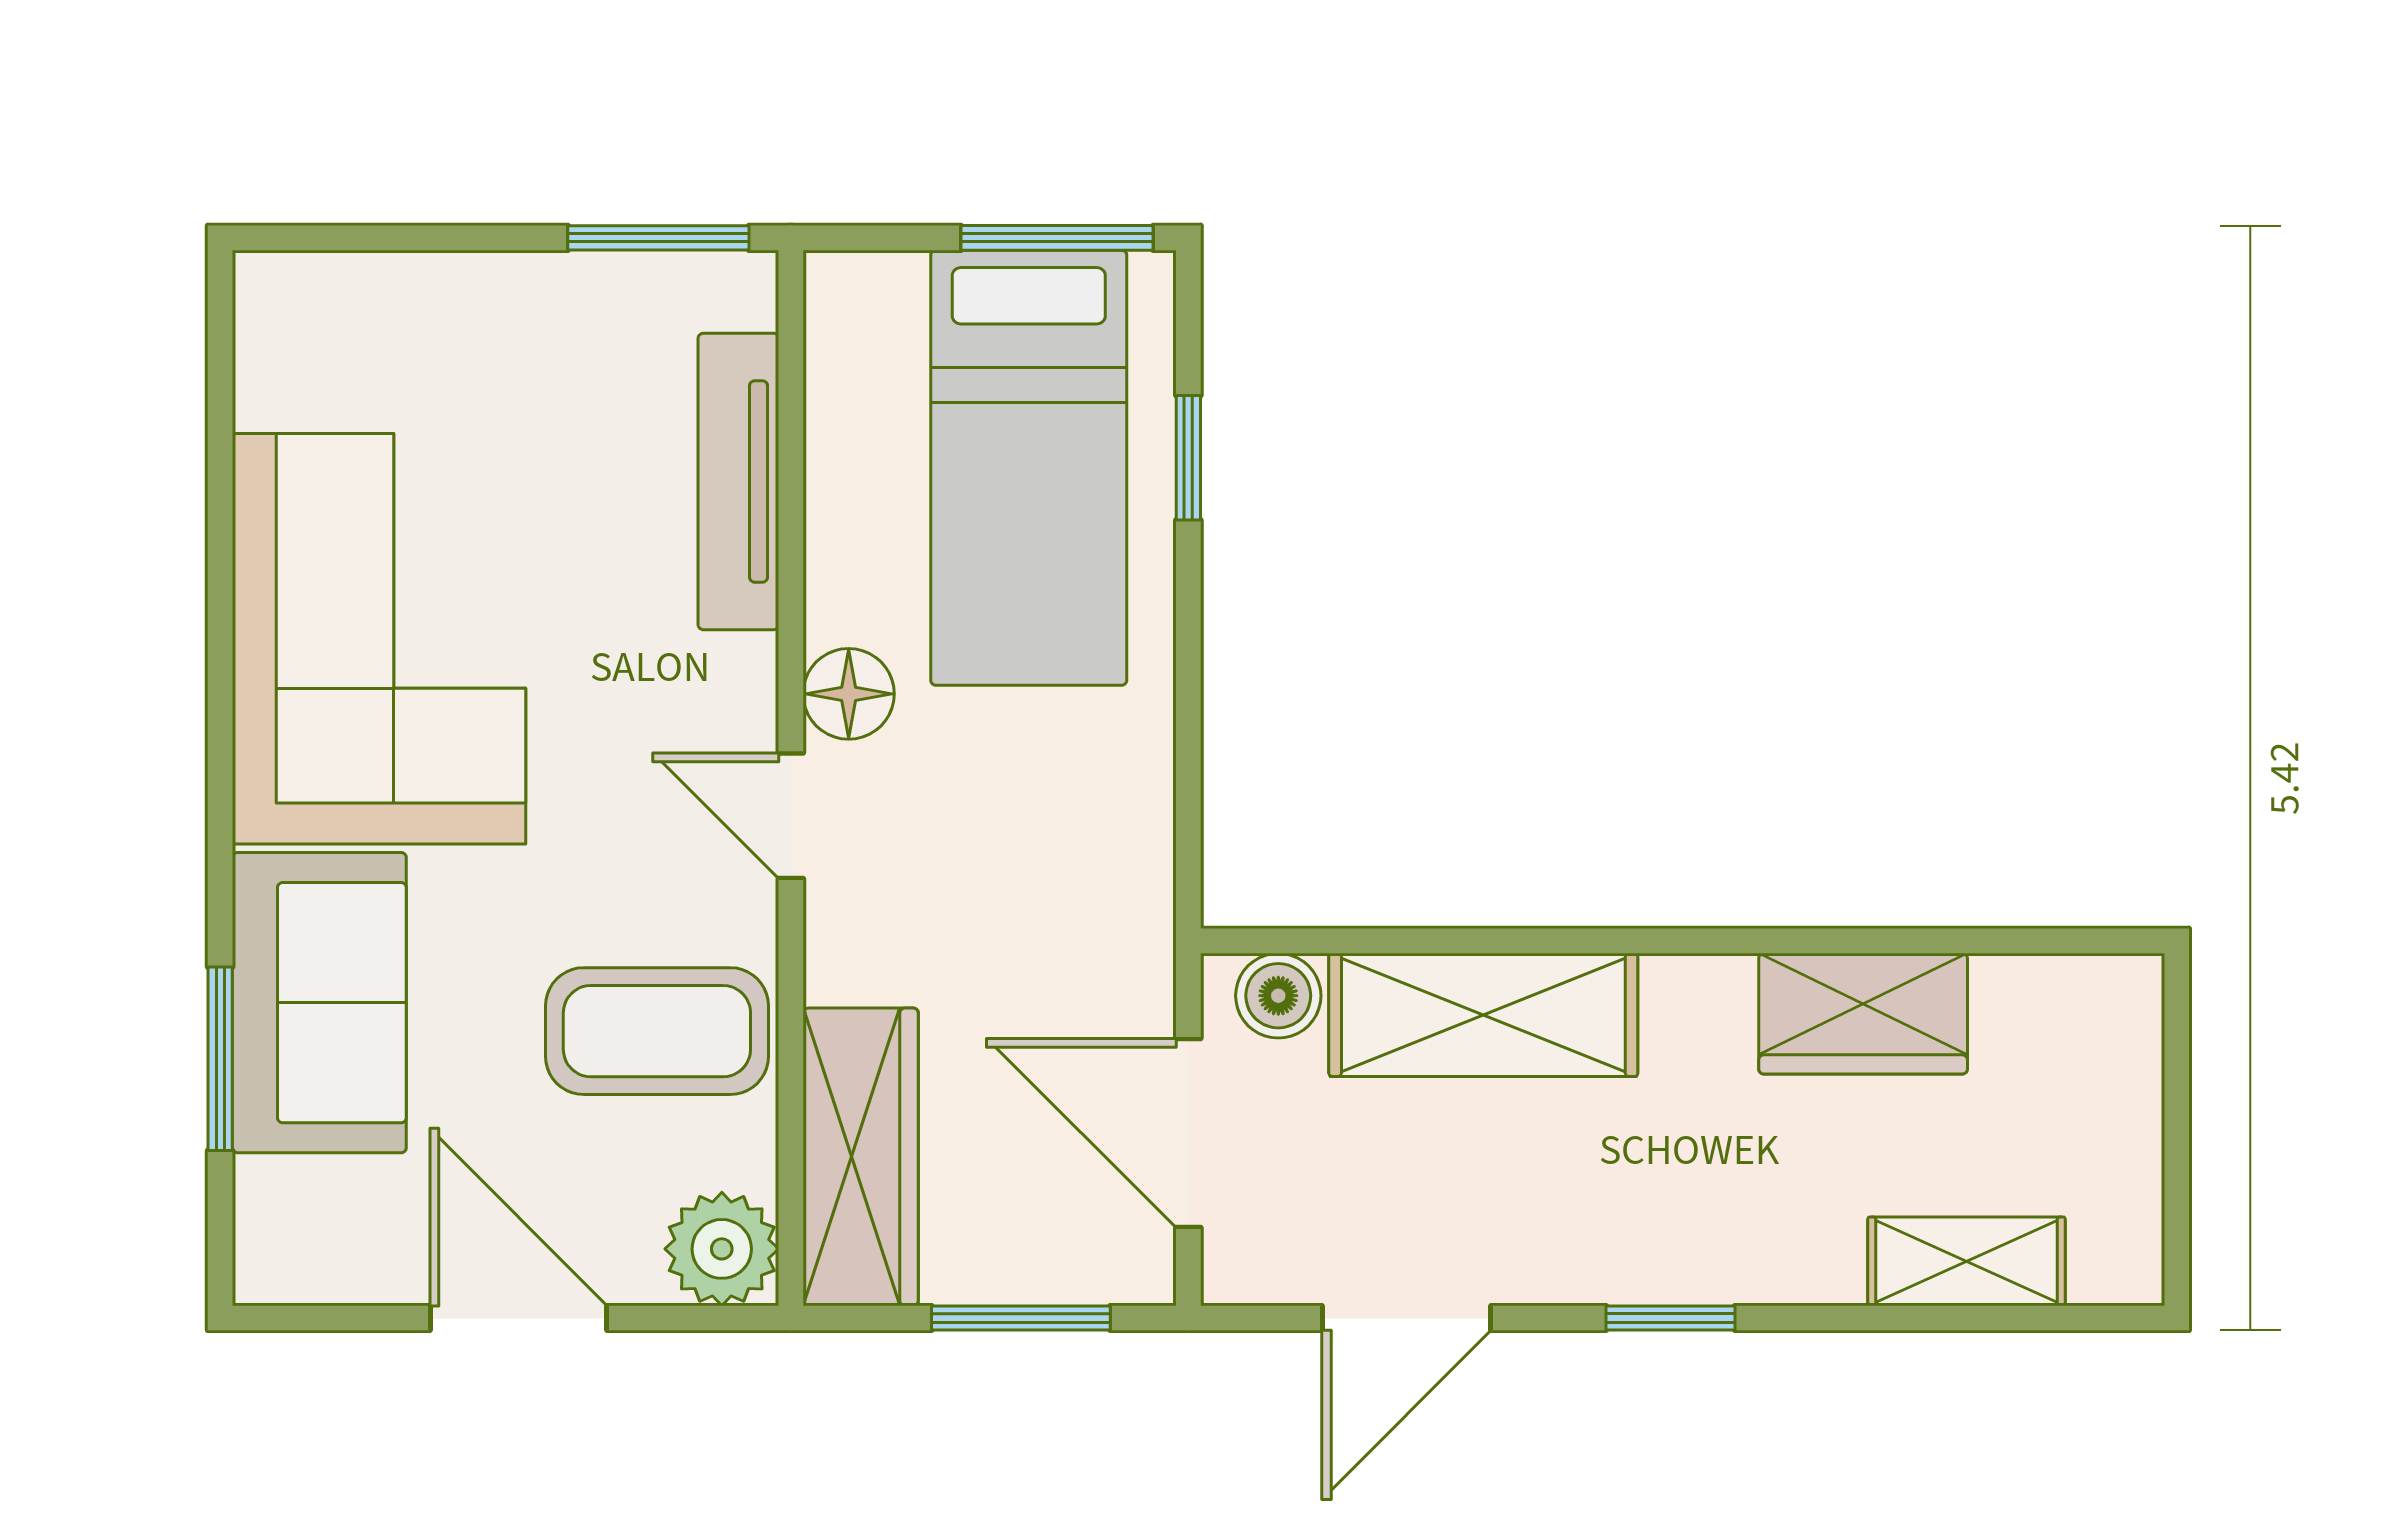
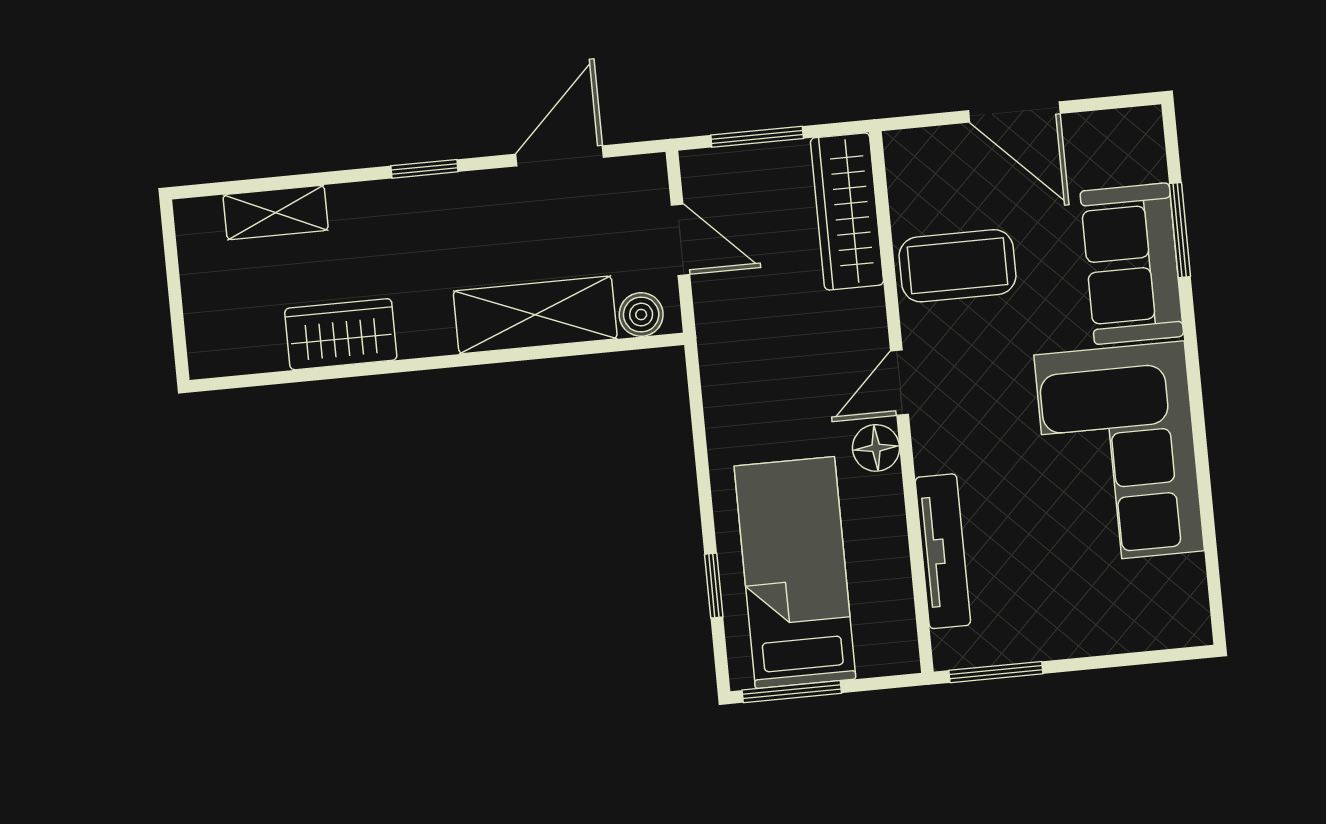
door: (791, 816) -> (900, 383), swing flipped
door: (1188, 1133) -> (680, 240), width x0.73
plant: (722, 1249) -> (914, 157), removed

